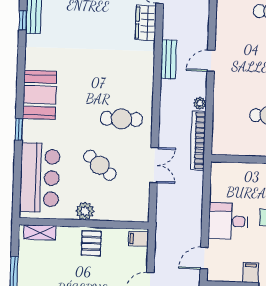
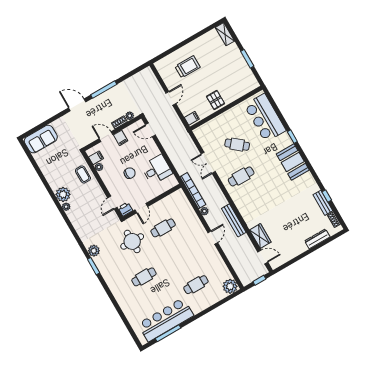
bench: (169, 59) -> (234, 220), width x1.36
plant: (85, 211) -> (230, 115), removed
desk: (228, 221) -> (157, 170), moved
shelving: (40, 232) -> (247, 89), removed
door: (204, 258) -> (150, 130), swing flipped

